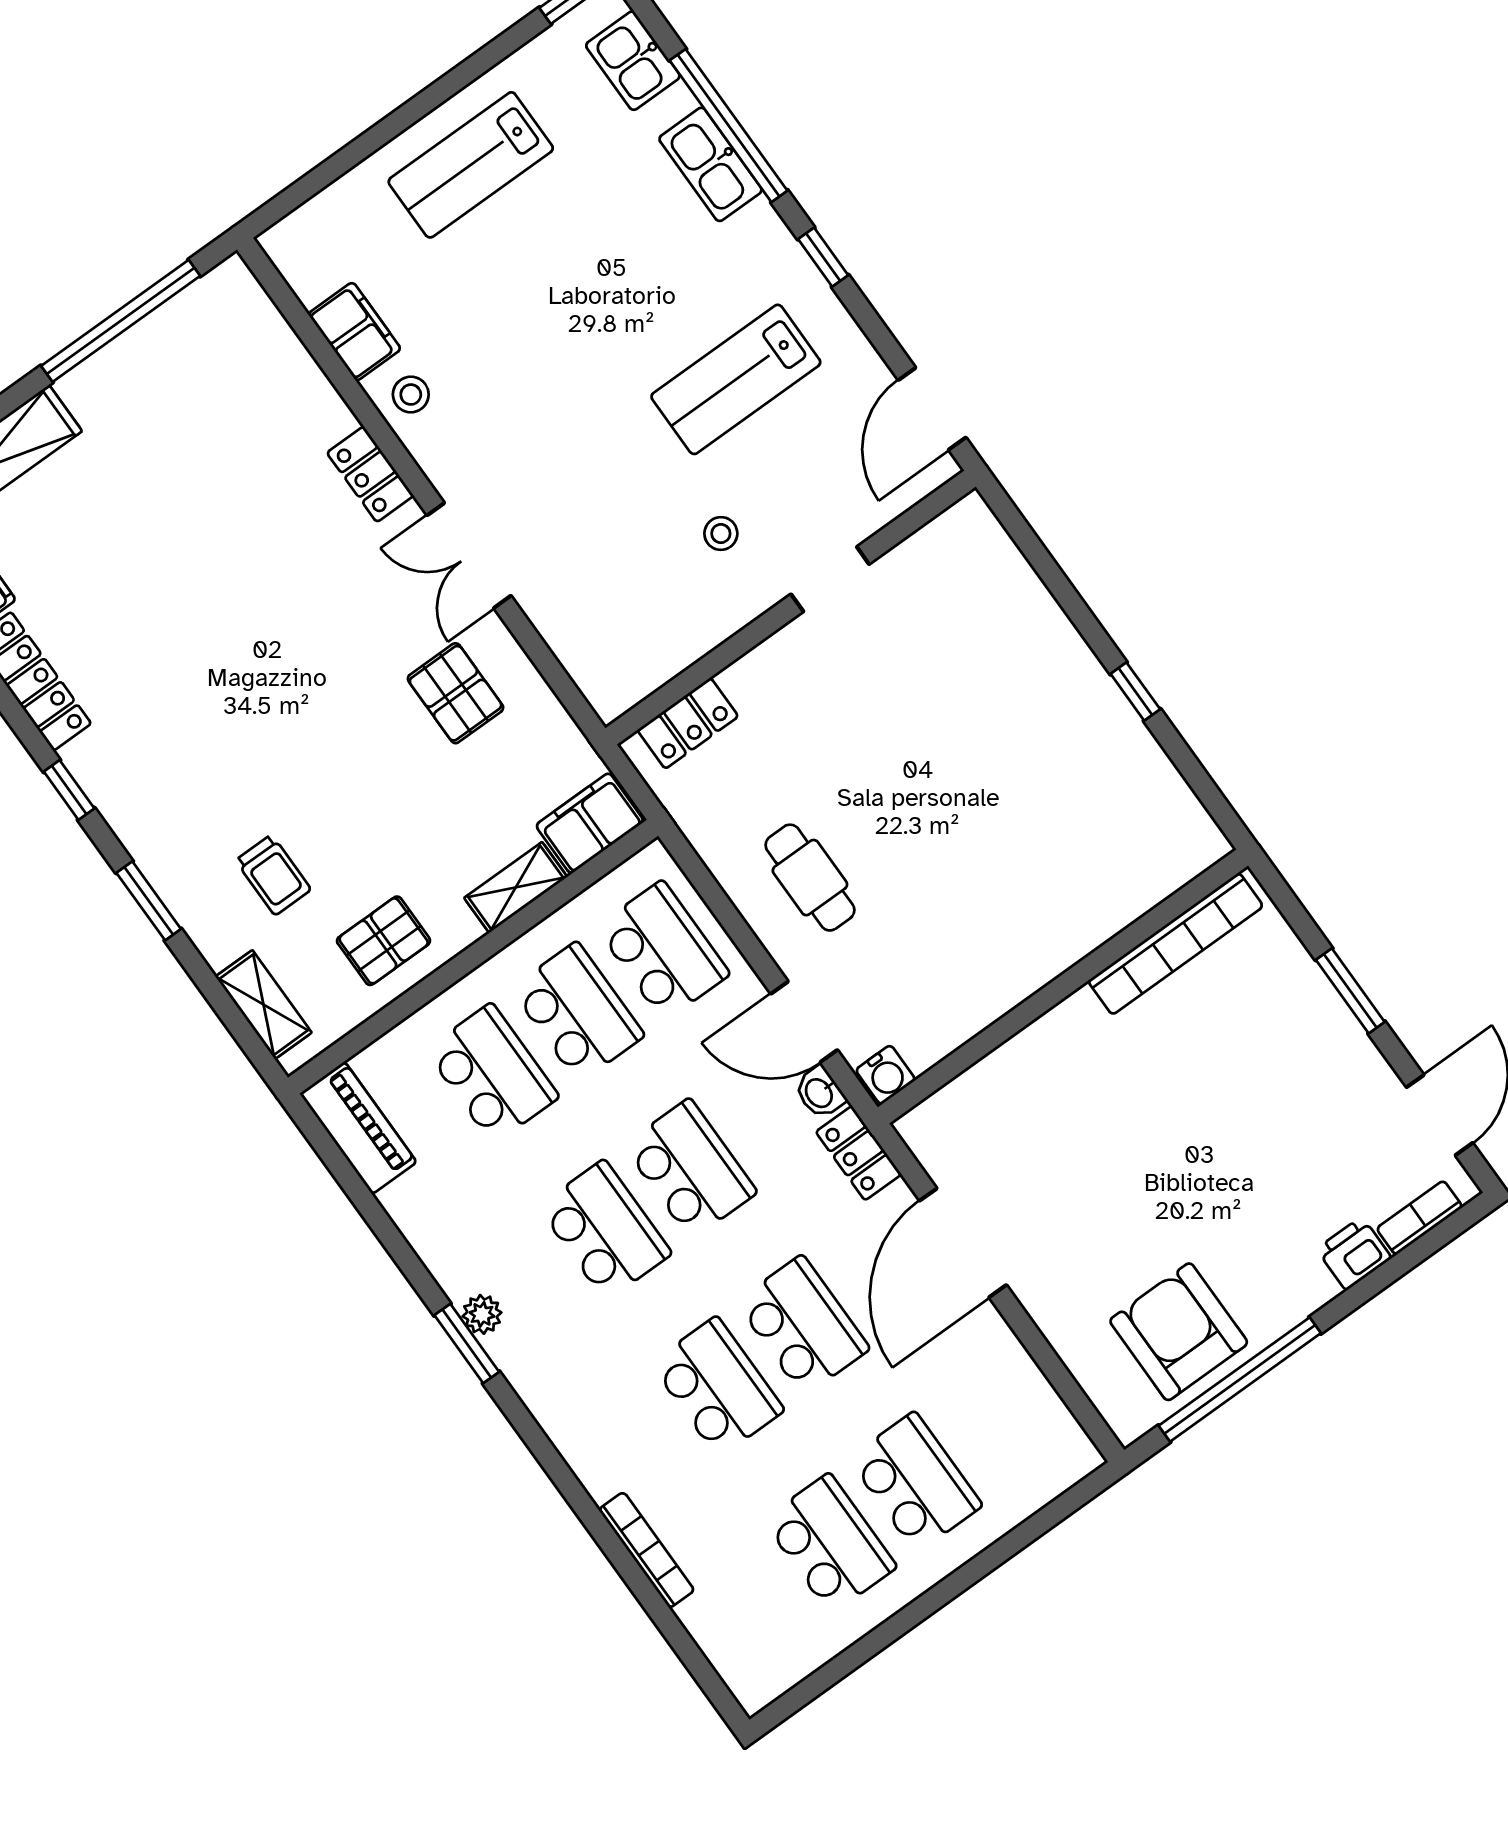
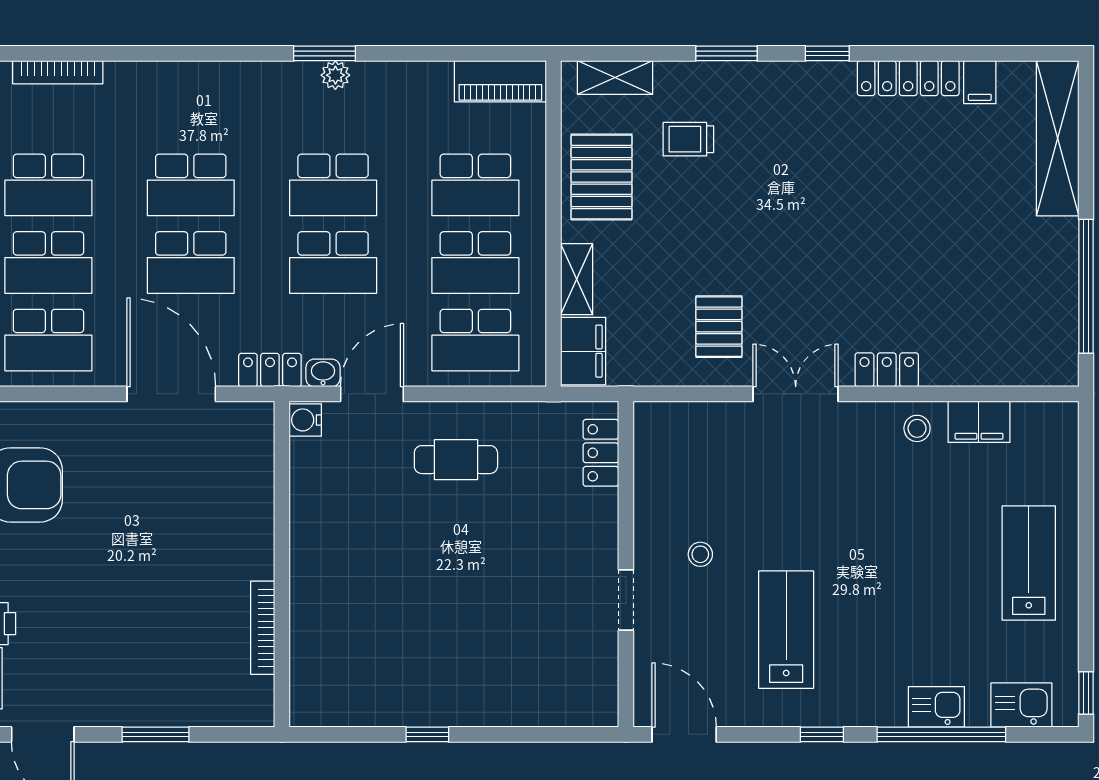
kitchen sink: (710, 164) -> (936, 707), width x0.73
pallet: (456, 693) -> (719, 327), turned 90
pallet: (384, 941) -> (602, 177), width x1.50, depth x1.42
bookcase: (1176, 944) -> (263, 628), width x0.68, depth x0.76
school desk: (1001, 1421) -> (48, 340), added
bookcase: (646, 1550) -> (58, 72), moved

